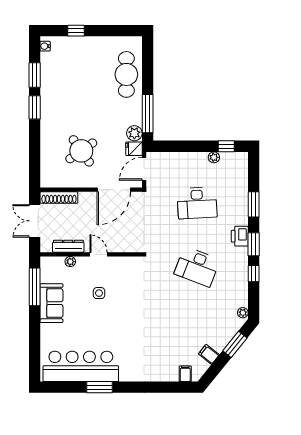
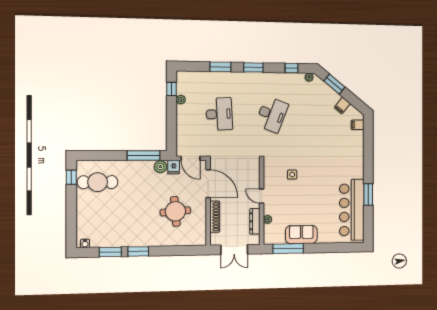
window: (76, 31) -> (71, 177), moved
cafe table: (126, 74) -> (98, 182), moved
round table: (81, 151) -> (175, 211), turned 30
shoe rack: (59, 197) -> (215, 217), moved
printer: (240, 236) -> (247, 79), removed
door: (99, 254) -> (262, 196), hinge flipped
window: (254, 274) -> (291, 68), moved
side table: (99, 293) -> (292, 175), moved

